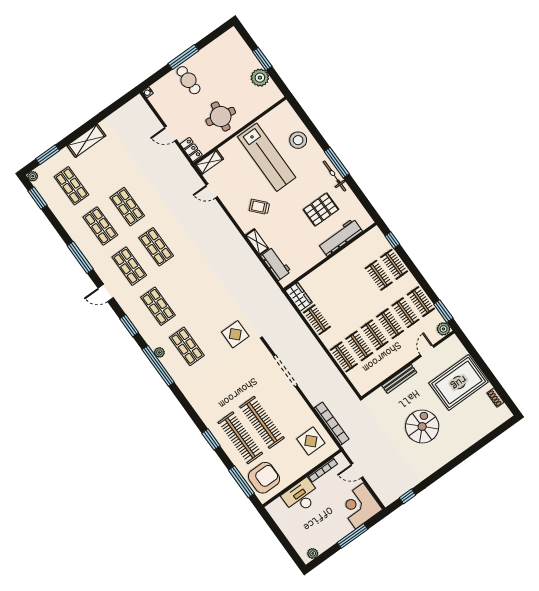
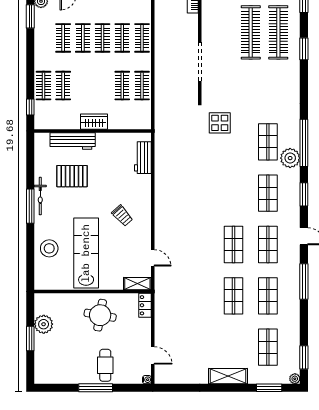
door: (171, 134) -> (153, 355), moved
shelving: (257, 242) -> (145, 187), removed
wardrobe: (299, 297) -> (94, 122), moved, turned 90
clothes rail: (421, 302) -> (122, 86), moved
plant: (159, 352) -> (290, 158), width x1.87, depth x1.87

